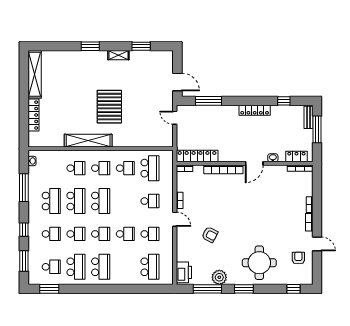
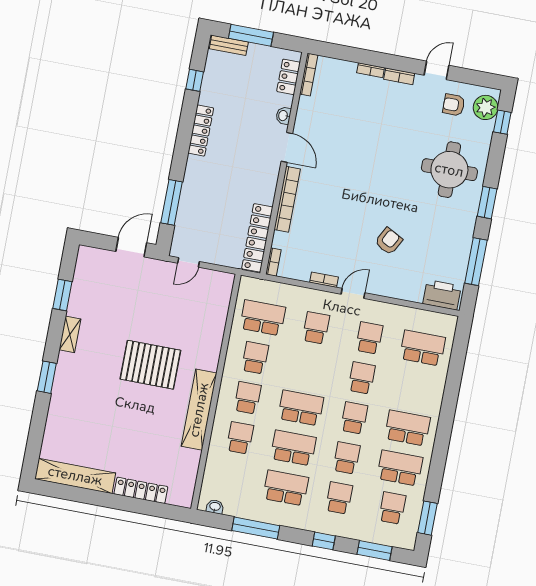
plant: (219, 277) -> (486, 107), moved

